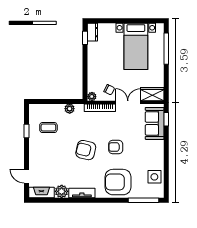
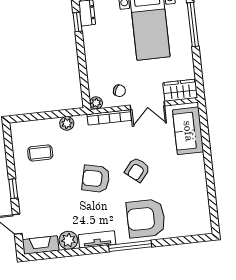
double door: (128, 102) -> (147, 106), swing flipped
window: (166, 119) -> (204, 123), removed
window: (27, 131) -> (13, 189), moved
armchair: (116, 147) -> (137, 170), turned -51
side table: (154, 177) -> (196, 206), removed
window: (143, 200) -> (130, 246), moved

